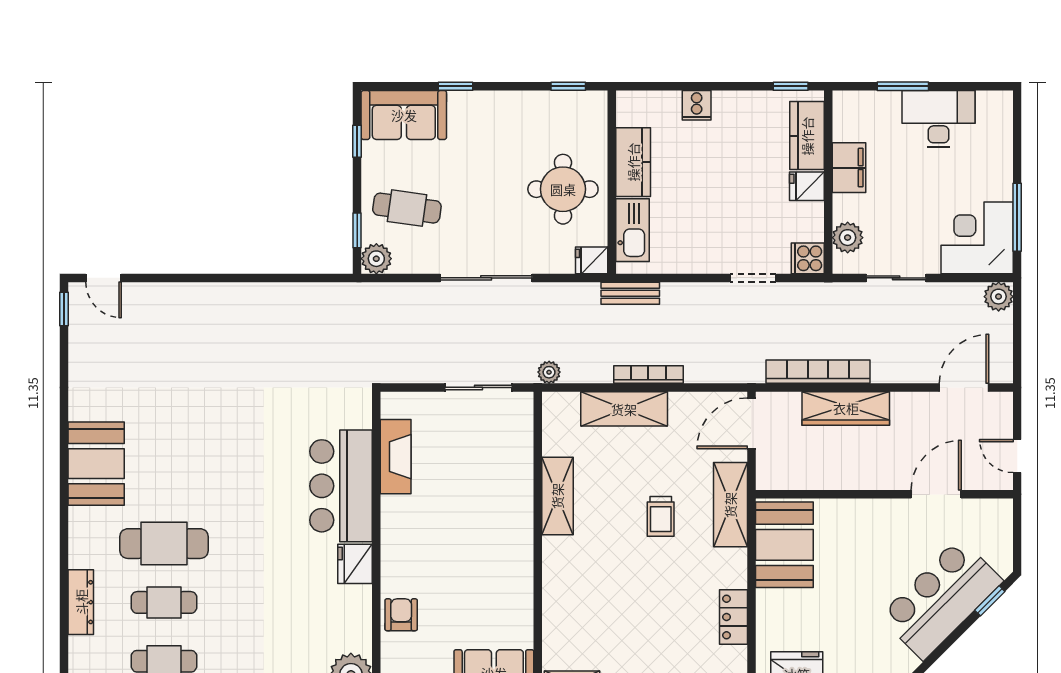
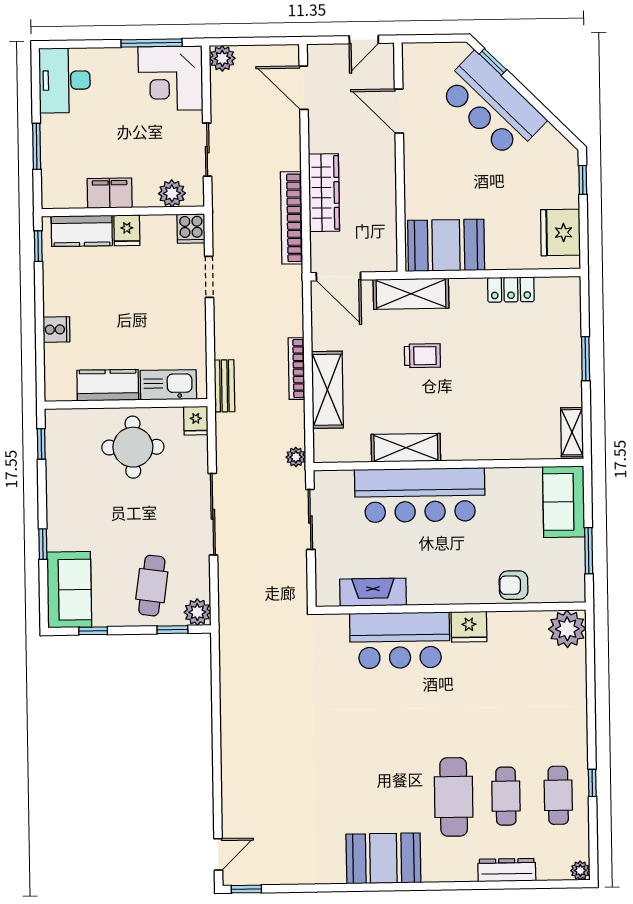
desk: (938, 119) -> (65, 80), moved
bar counter: (504, 511) -> (420, 495), added

